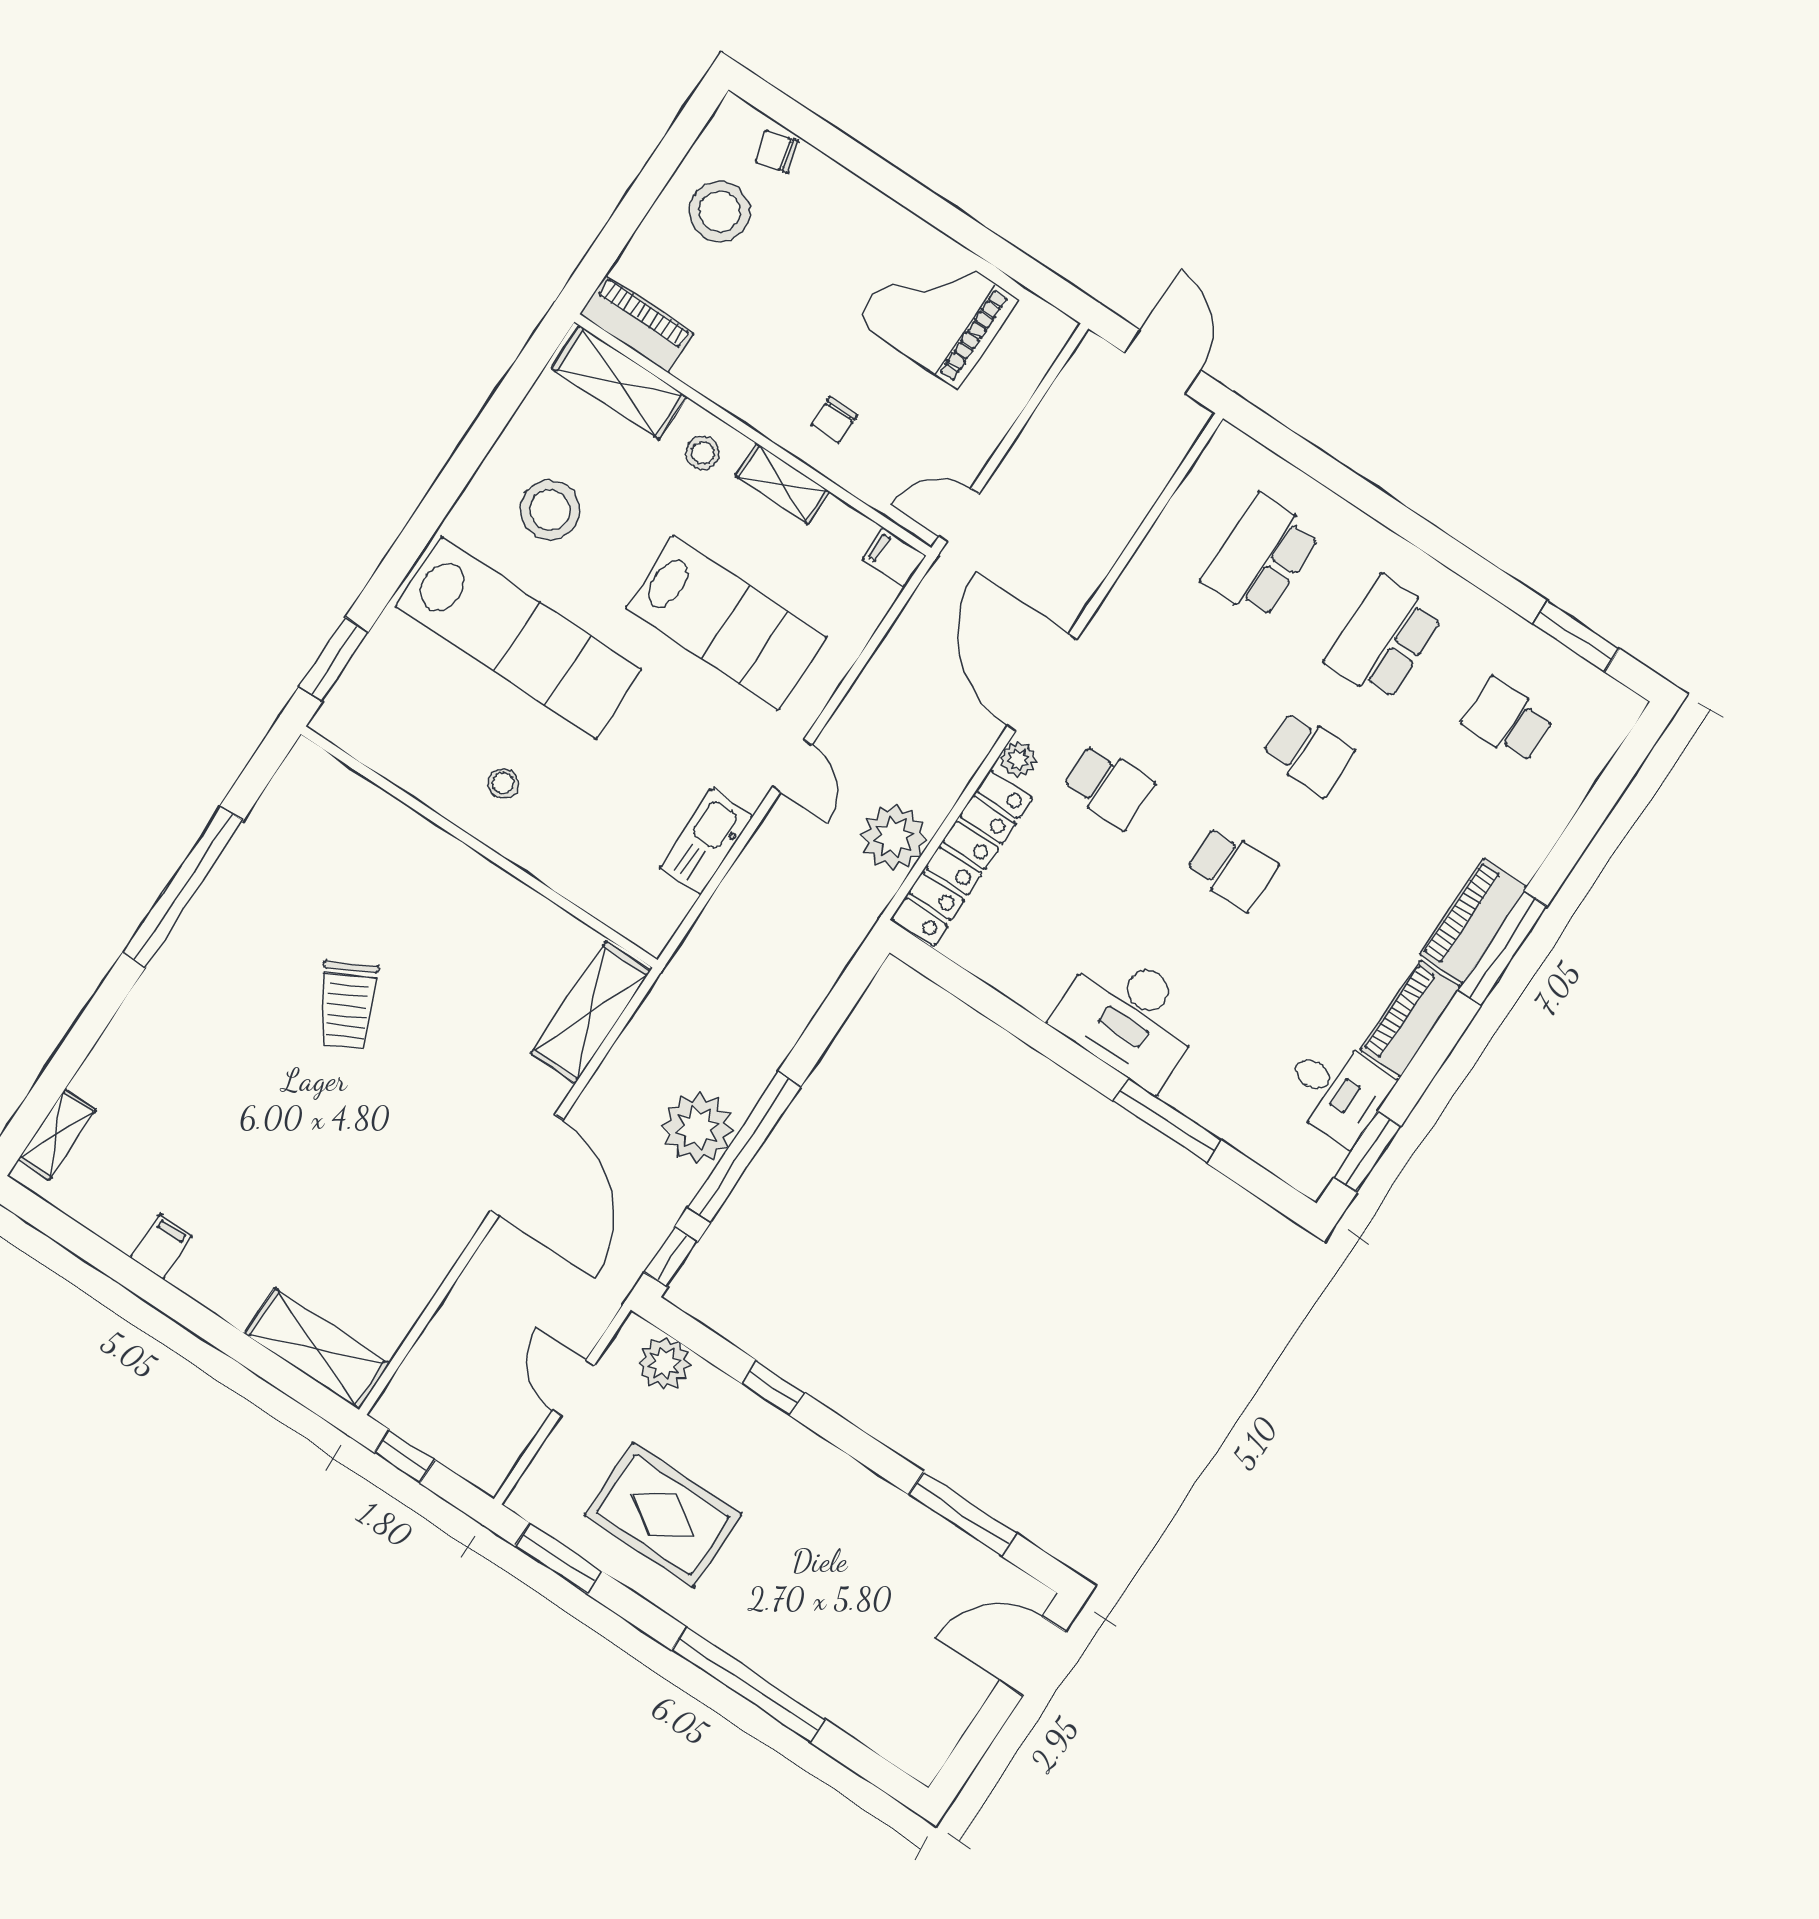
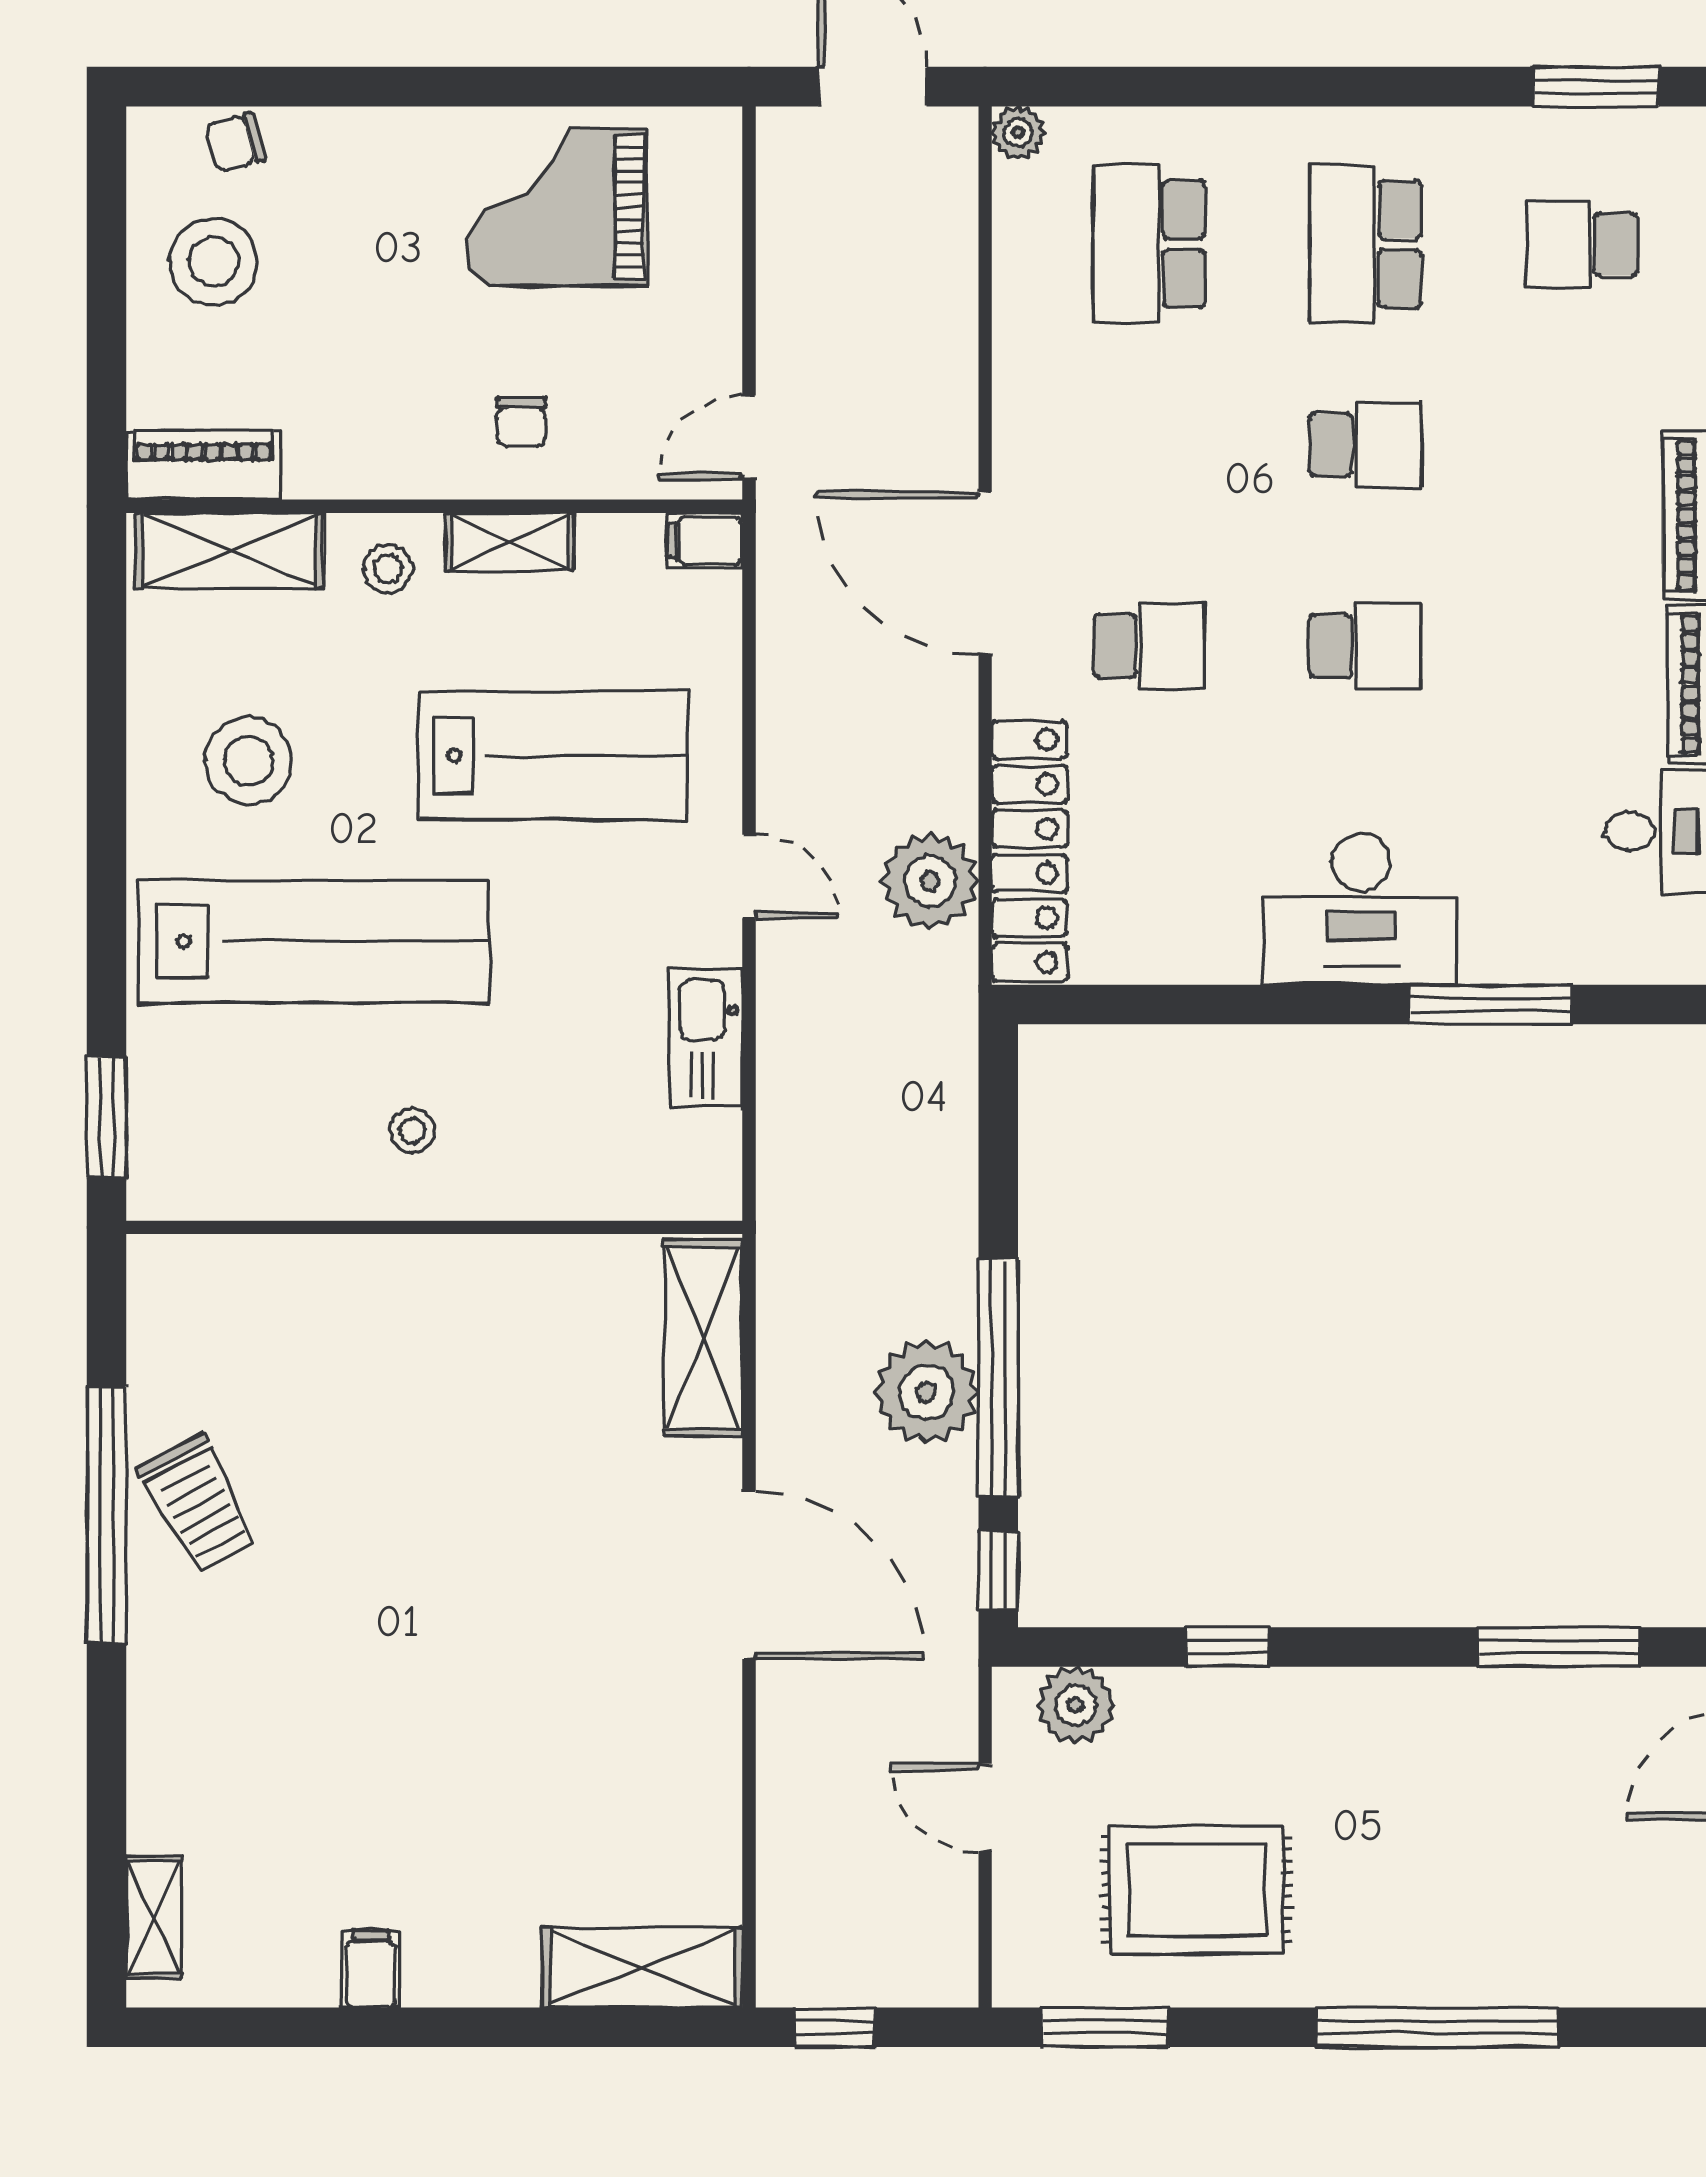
plant: (1018, 759) -> (1018, 132), moved
trolley: (348, 1005) -> (199, 1503), moved

